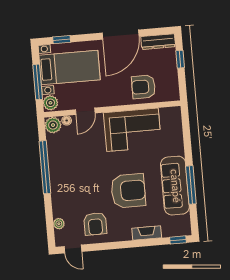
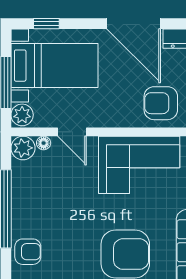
door: (121, 35) -> (134, 24), hinge flipped
door: (85, 111) -> (72, 132), hinge flipped
armchair: (62, 195) -> (28, 252), added

